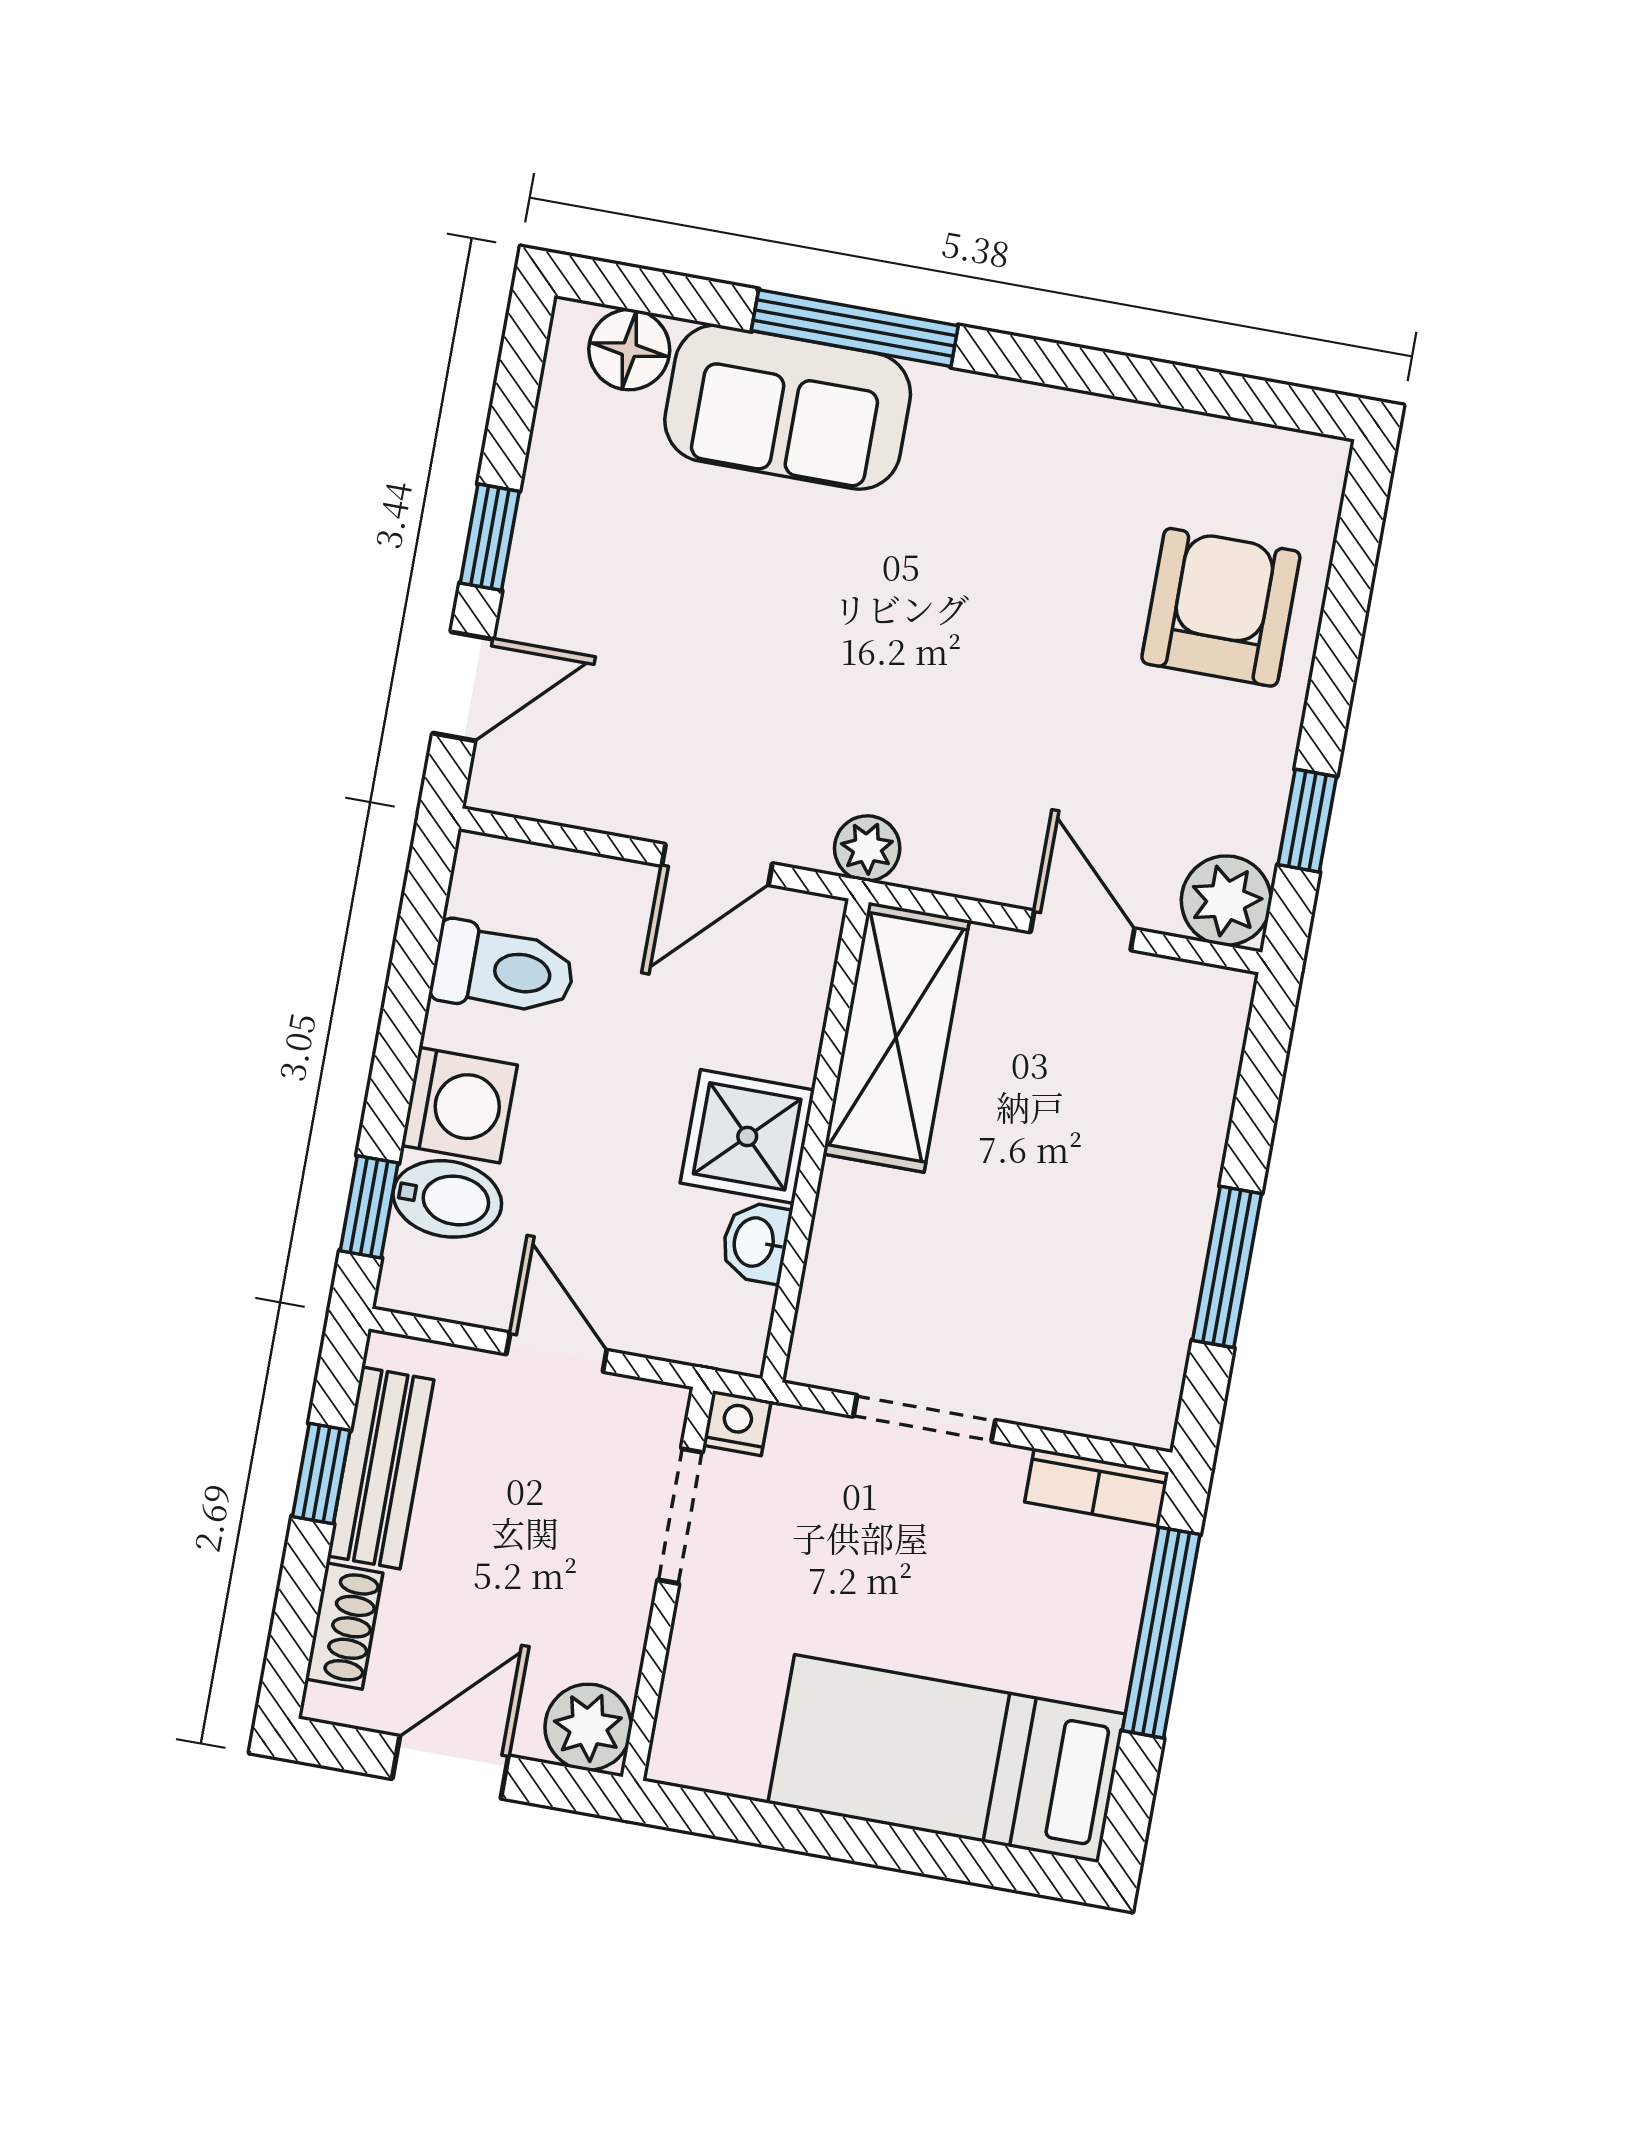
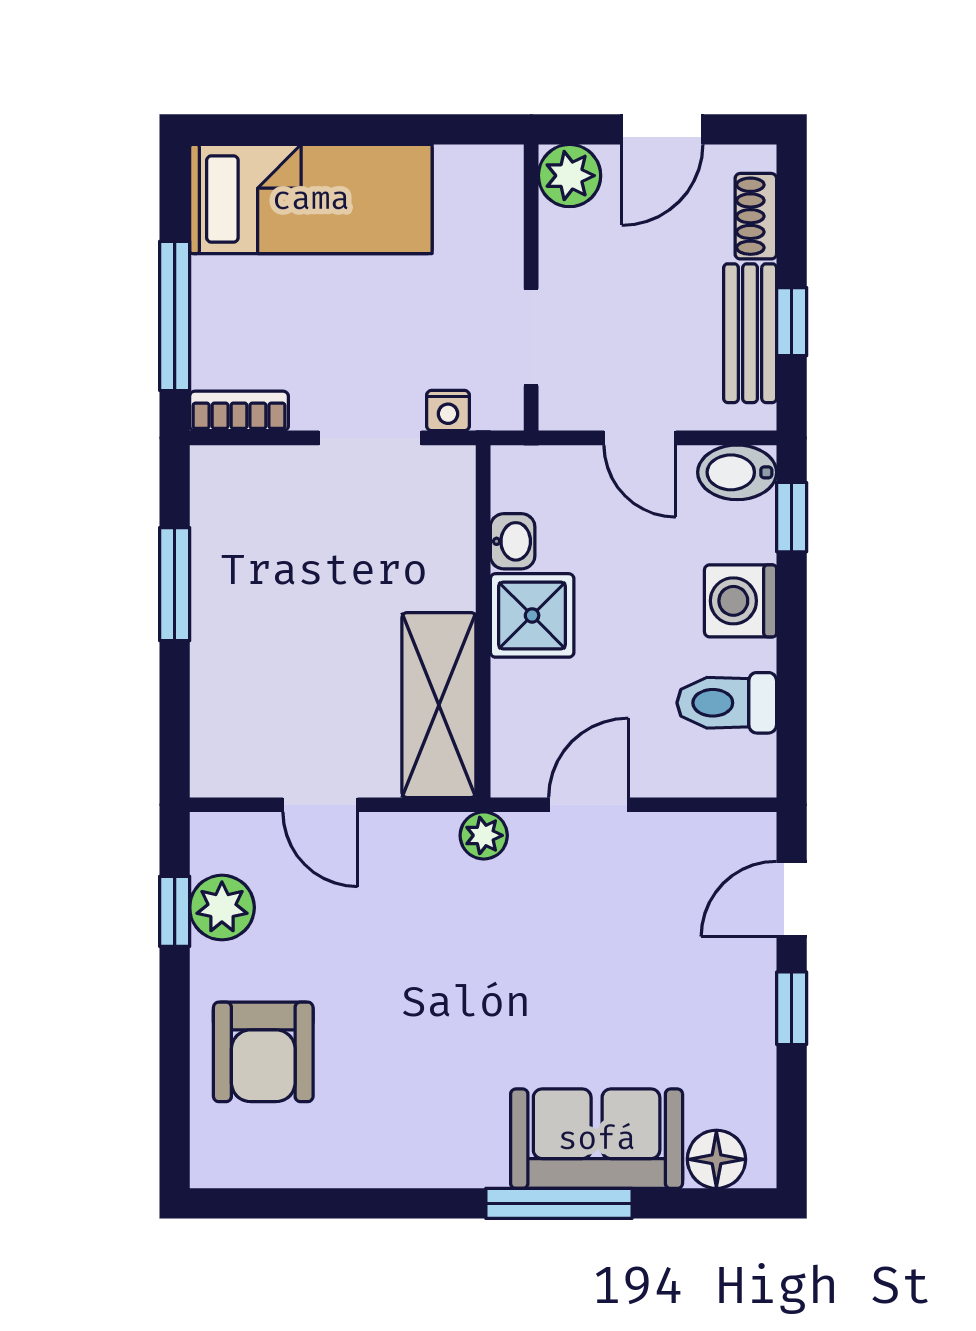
plant: (1226, 901) -> (222, 908), moved
bidet: (447, 1199) -> (737, 472), moved
nightstand: (737, 1423) -> (448, 411), moved

